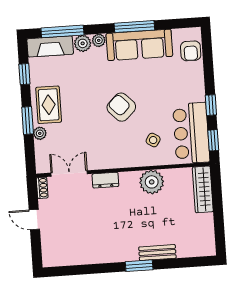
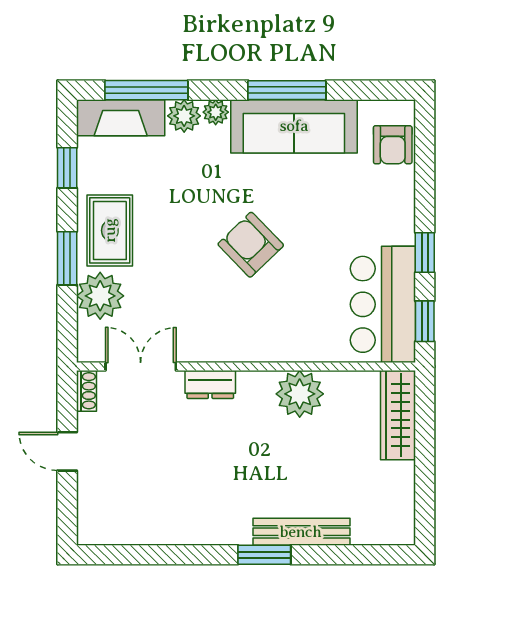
plant: (40, 133) -> (100, 296), width x1.87, depth x1.87
side table: (153, 140) -> (308, 313), removed
bench: (157, 253) -> (301, 532), width x1.36

